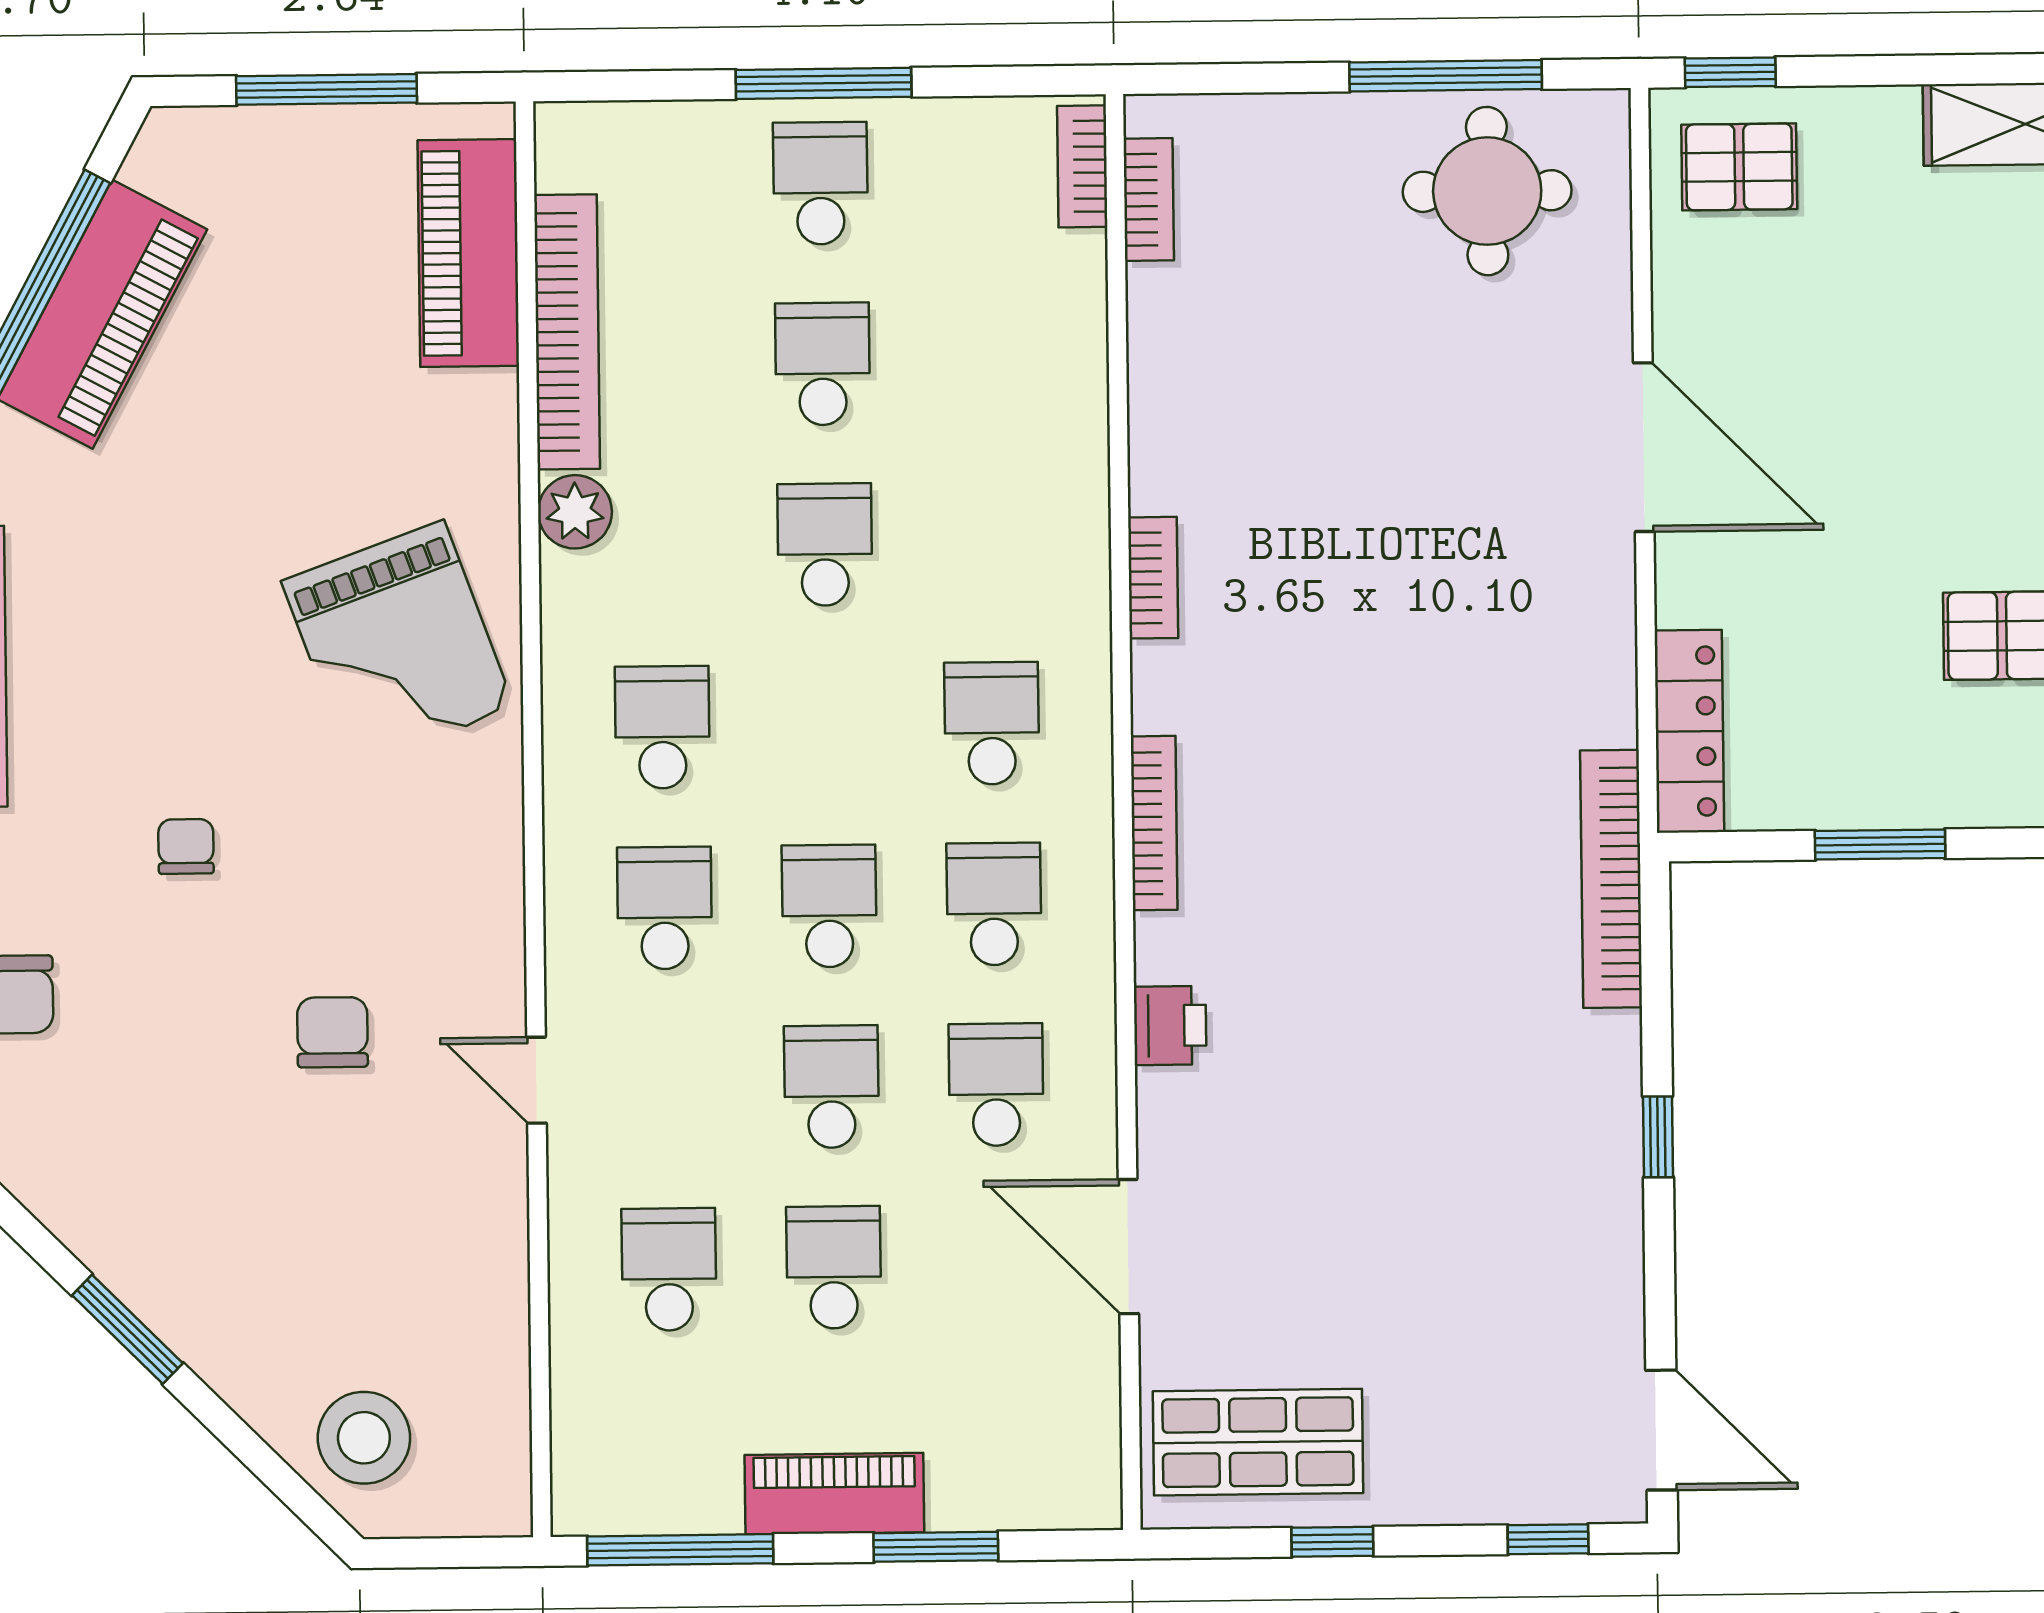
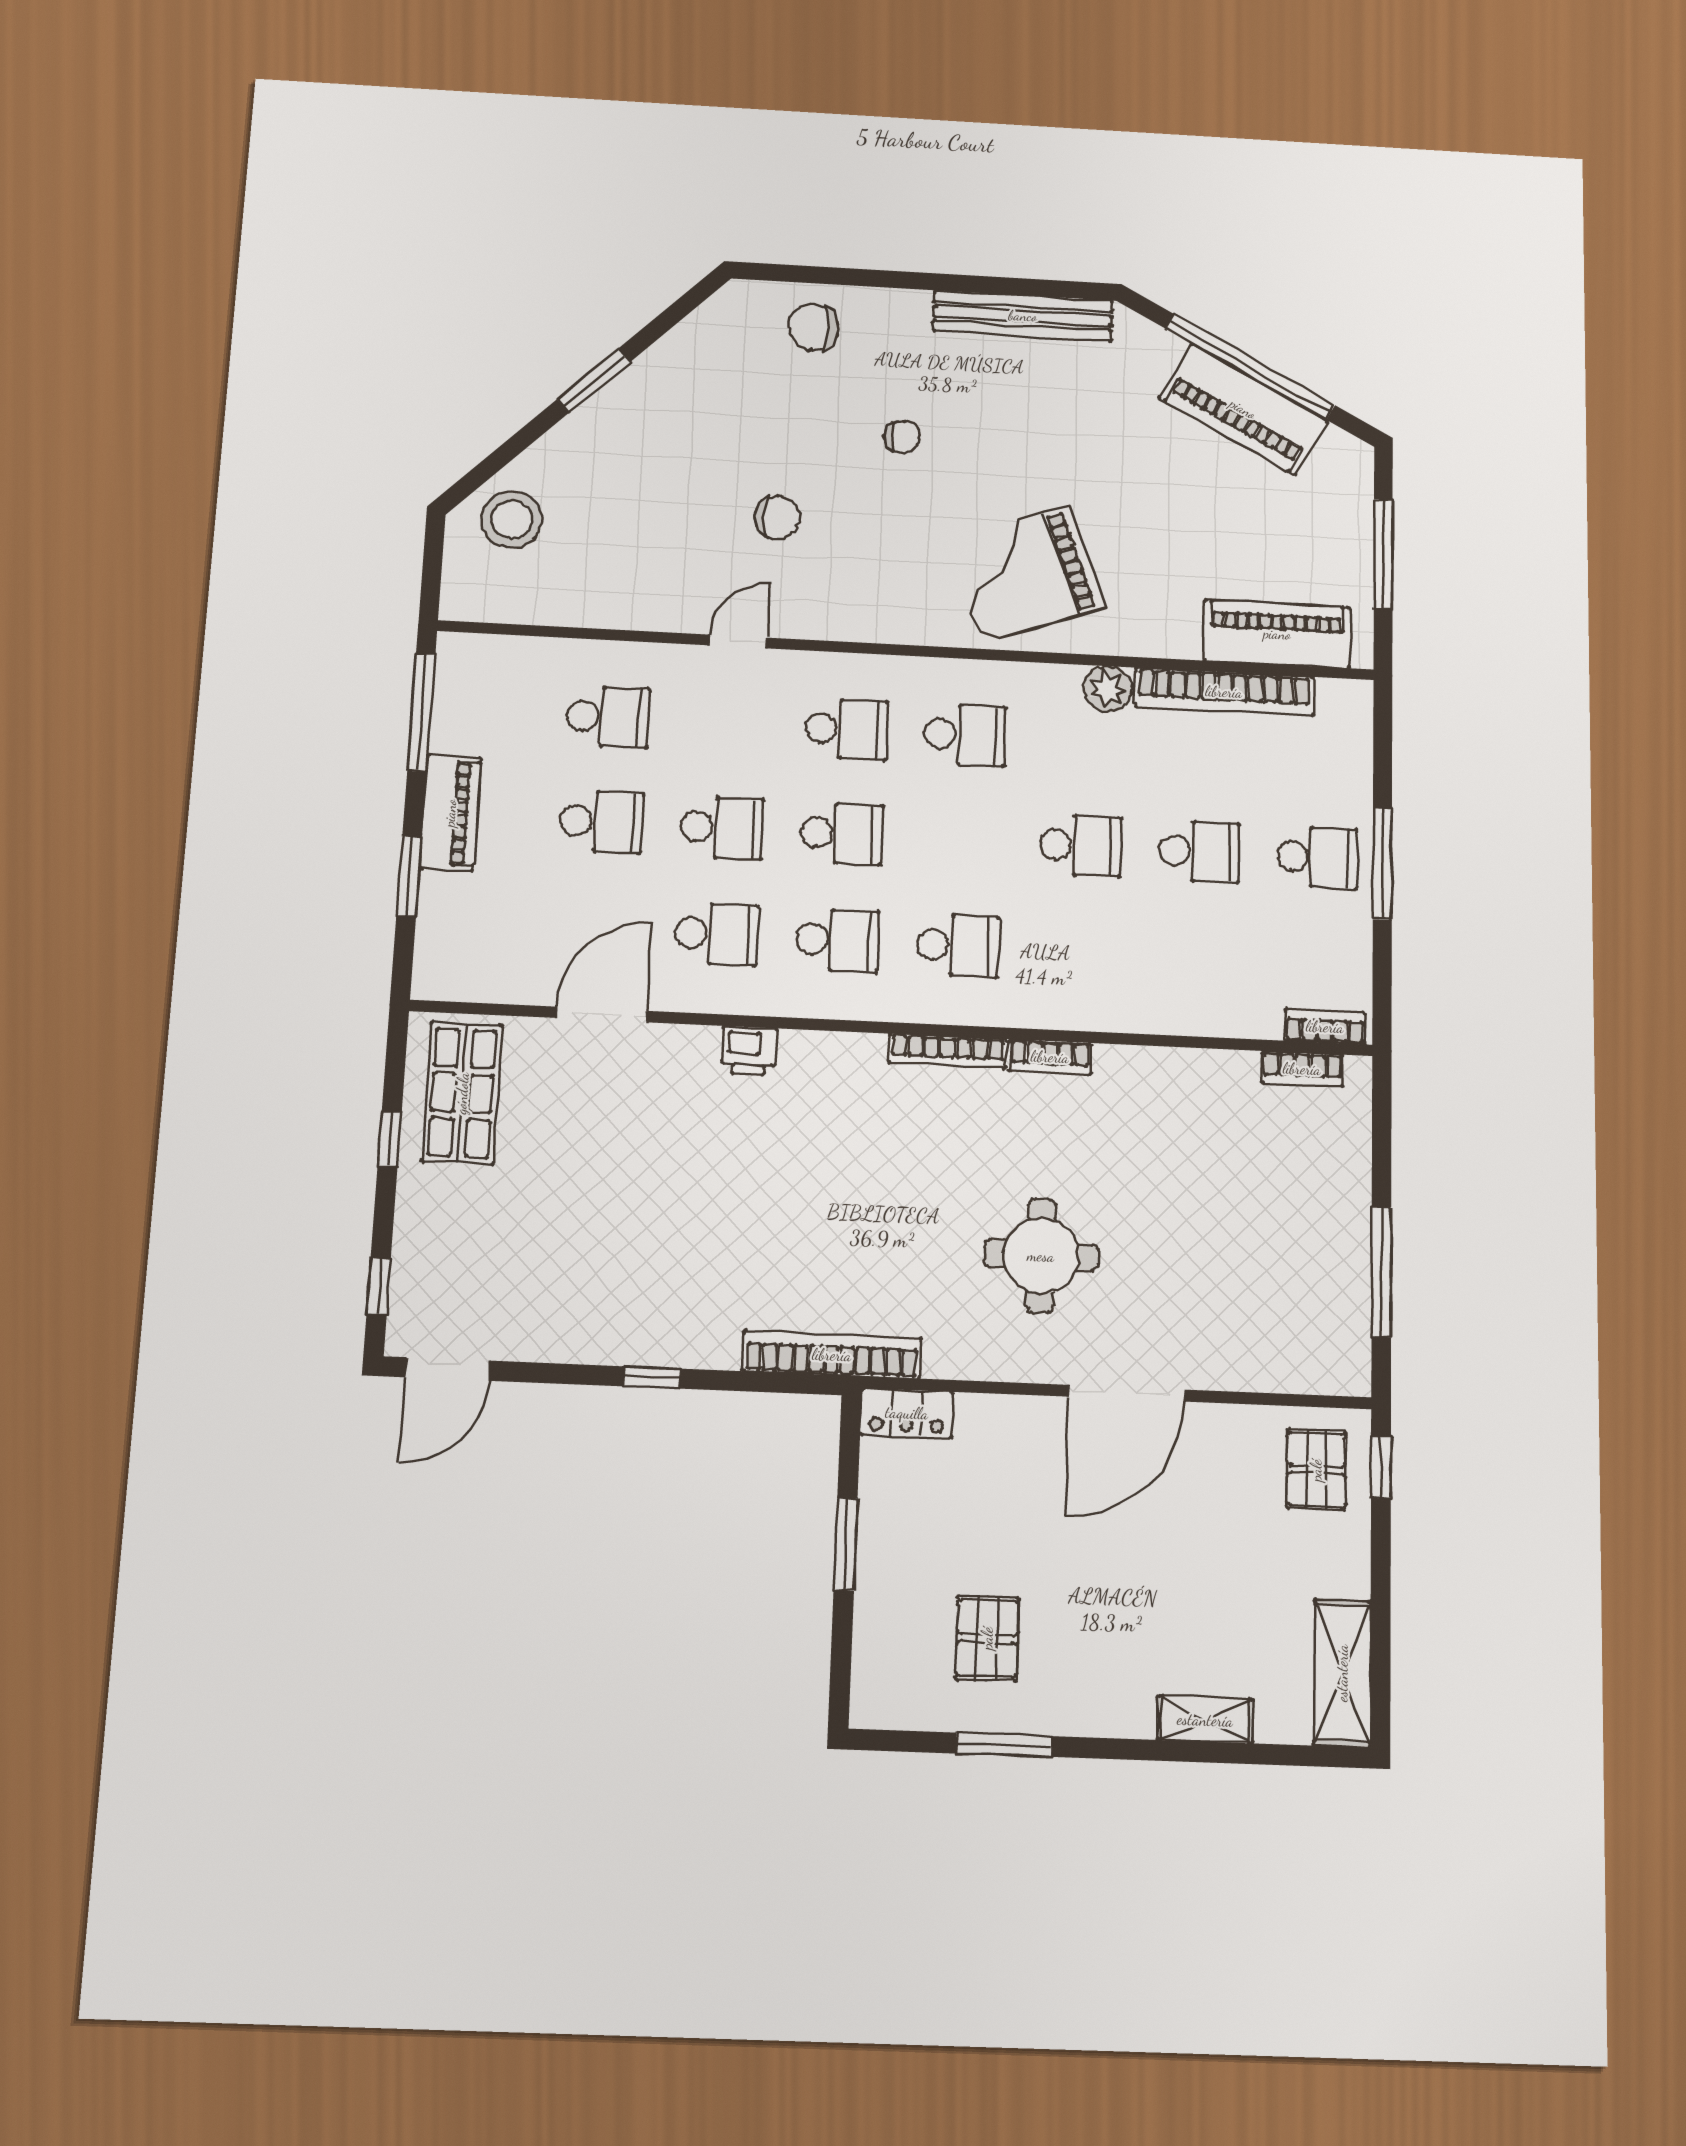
round table: (1487, 191) -> (1041, 1256), moved
locker: (1689, 731) -> (907, 1413), width x0.66
bookcase: (1154, 823) -> (948, 1051), moved

